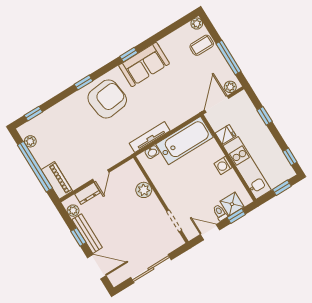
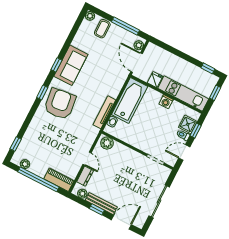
window: (83, 83) -> (42, 92), moved
window: (265, 116) -> (174, 51), removed
plant: (144, 190) -> (107, 143), moved

